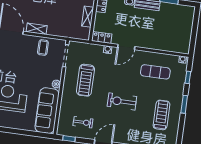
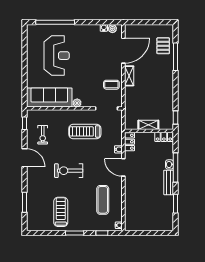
exercise bike: (122, 101) -> (69, 171), turned -90
treadmill: (161, 115) -> (61, 212), turned -90

